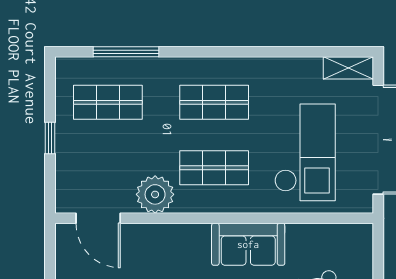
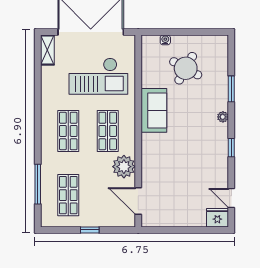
checkout: (305, 152) -> (98, 76), turned 180
door: (98, 218) -> (138, 201), swing flipped
water cooler: (365, 263) -> (165, 40), added

